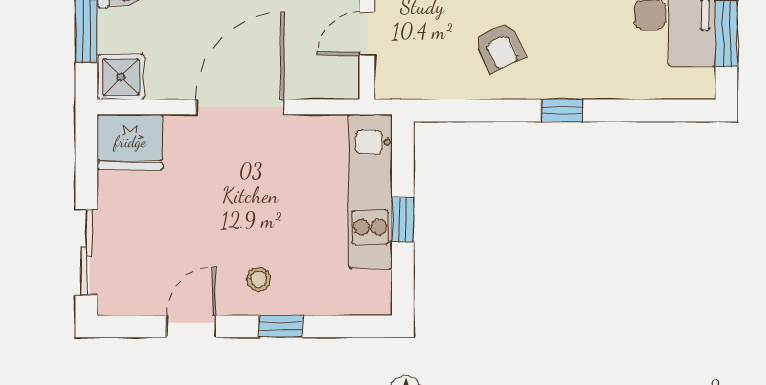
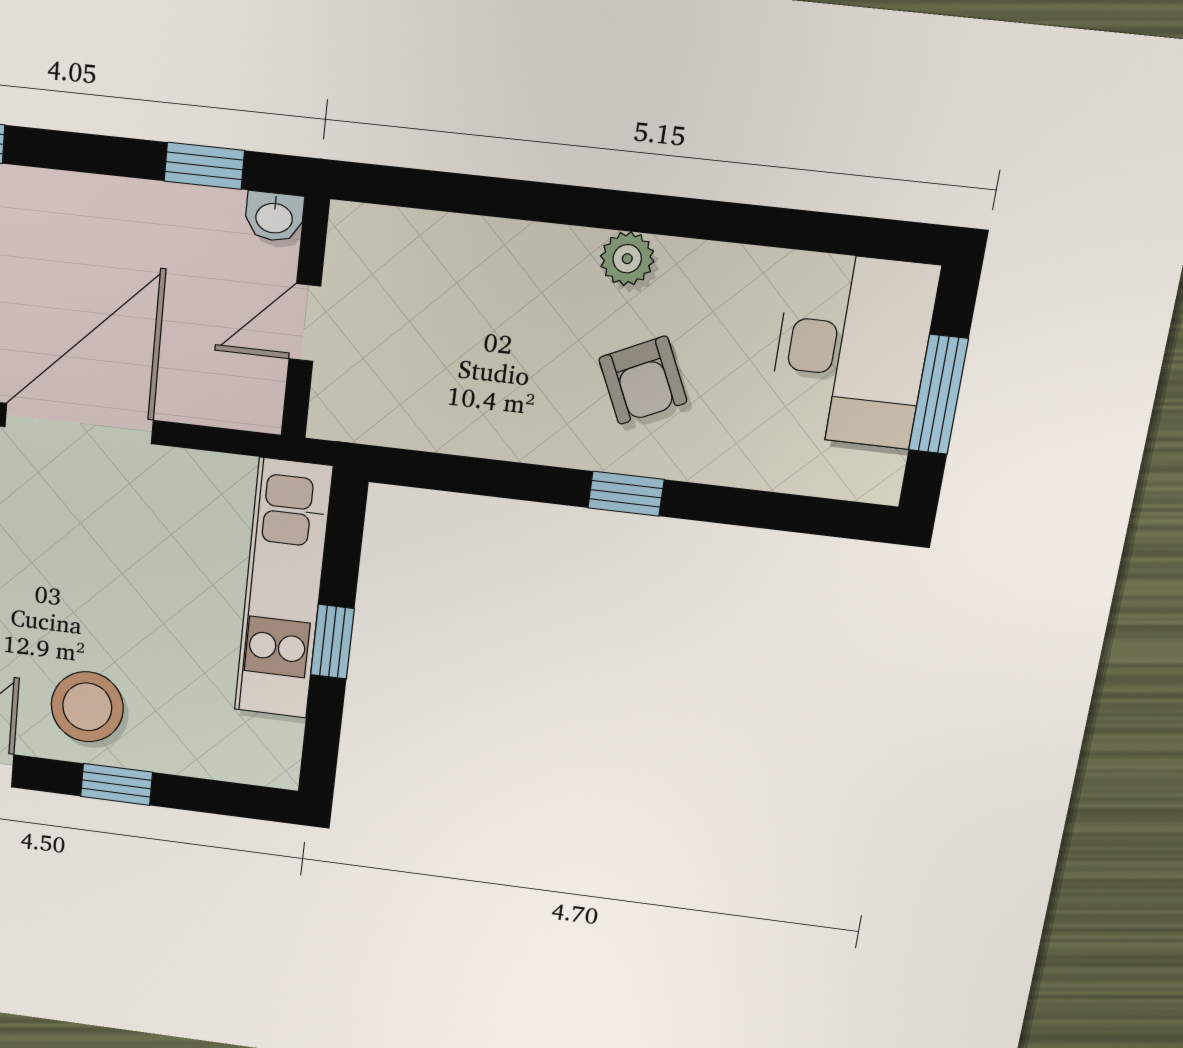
armchair: (500, 47) -> (643, 380), moved
stool: (259, 279) -> (87, 707), width x1.89, depth x1.89

